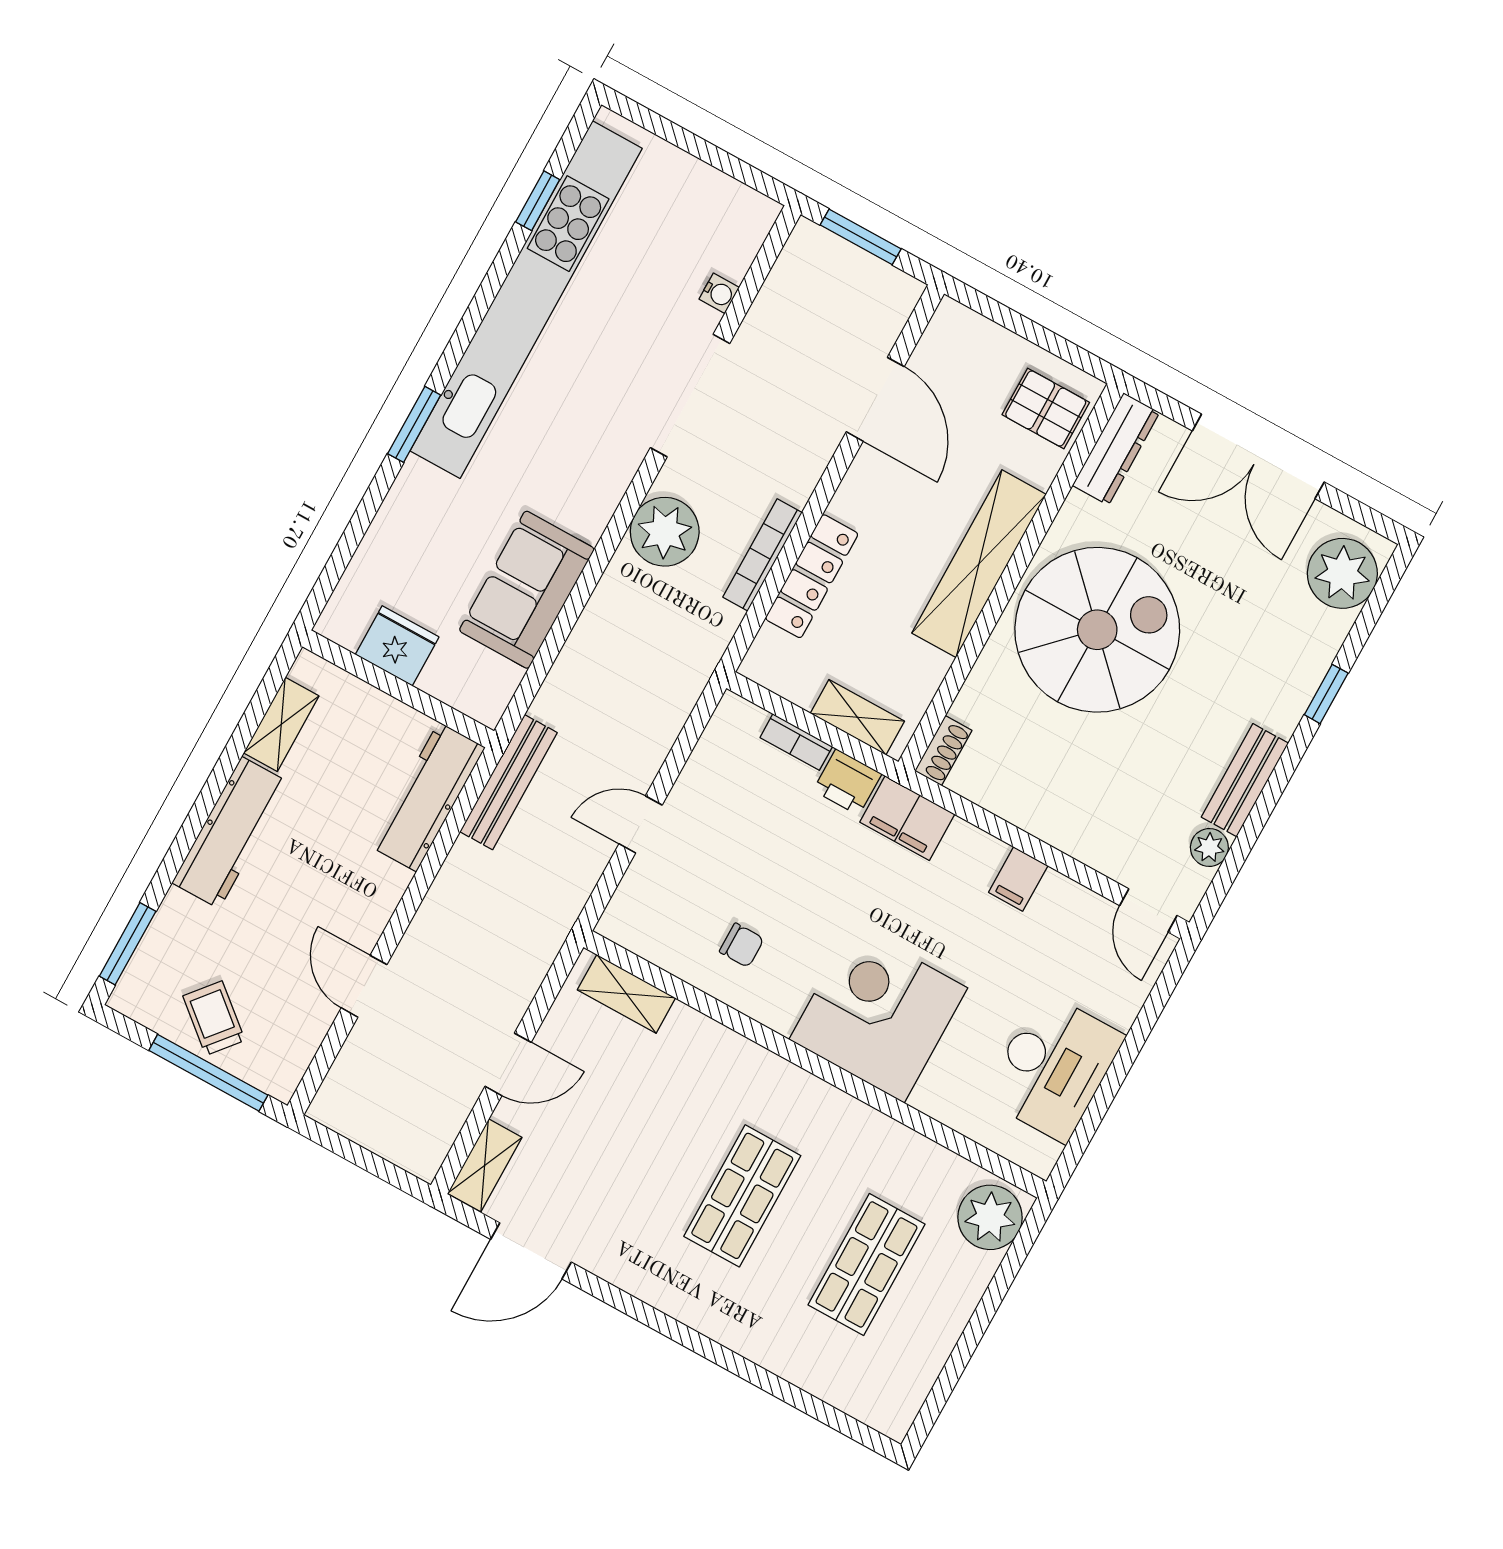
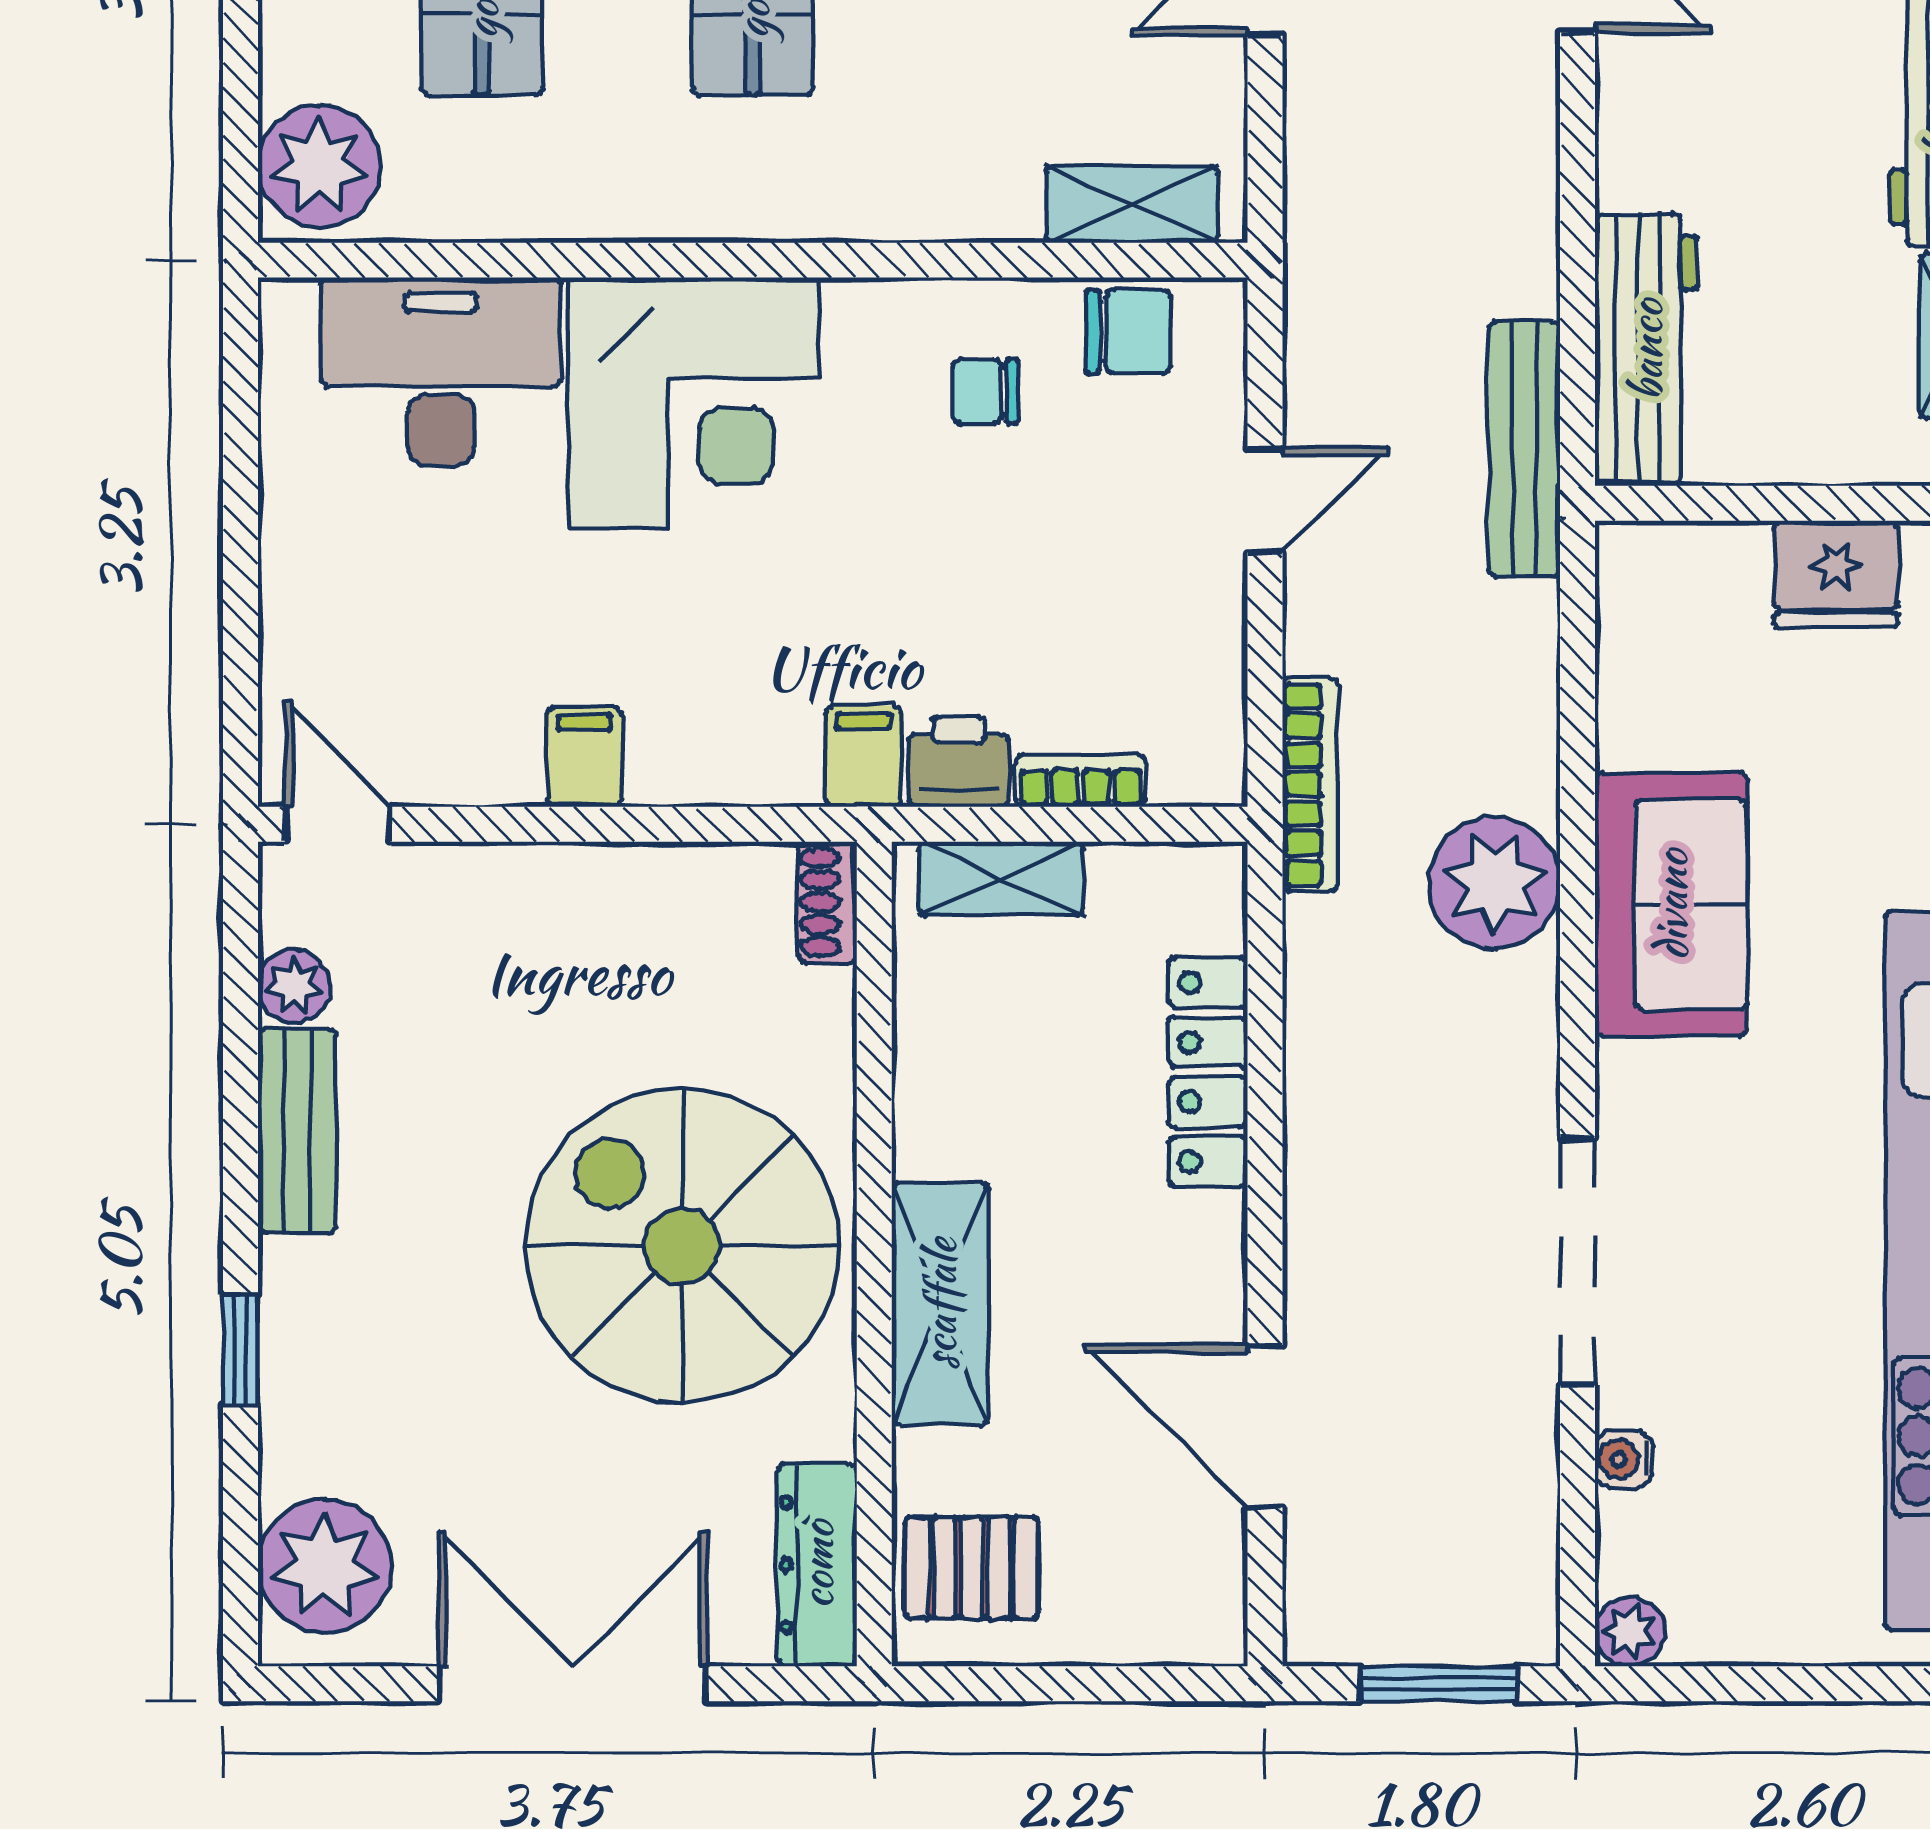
plant: (760, 213) -> (1630, 1631), added
plant: (665, 532) -> (1494, 883), moved
bookcase: (762, 555) -> (1310, 785), moved
shelving: (979, 564) -> (940, 1304), width x0.68
sofa: (527, 590) -> (1671, 905), moved
spiral stairs: (1097, 630) -> (682, 1246), turned 90
filing cabinet: (907, 818) -> (863, 756), width x0.50
chair: (661, 936) -> (1128, 332), added
desk: (1053, 1067) -> (441, 372), moved, turned 90

